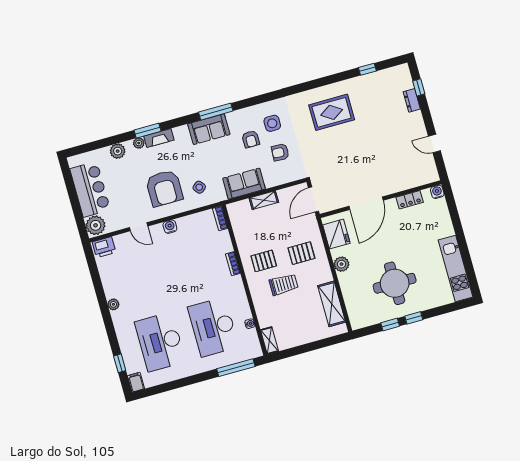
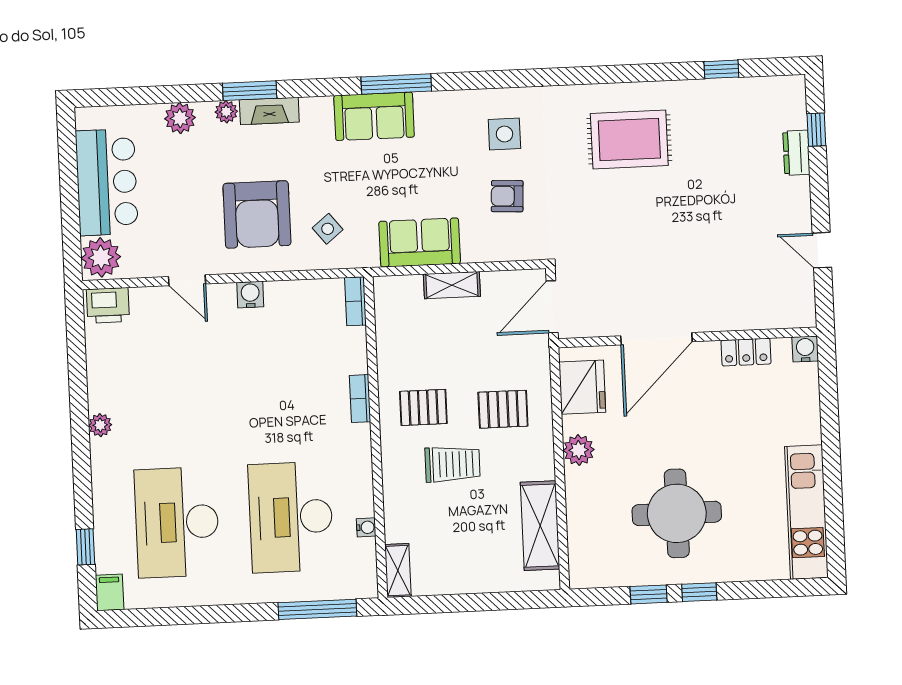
armchair: (251, 139) -> (454, 156), removed

